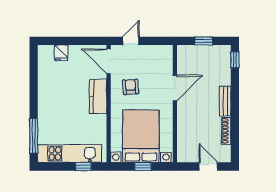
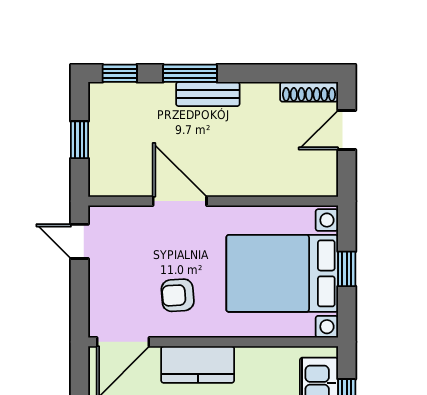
door: (131, 41) -> (80, 241), moved
window: (235, 93) -> (190, 73), added
shoe rack: (226, 131) -> (309, 92), moved

